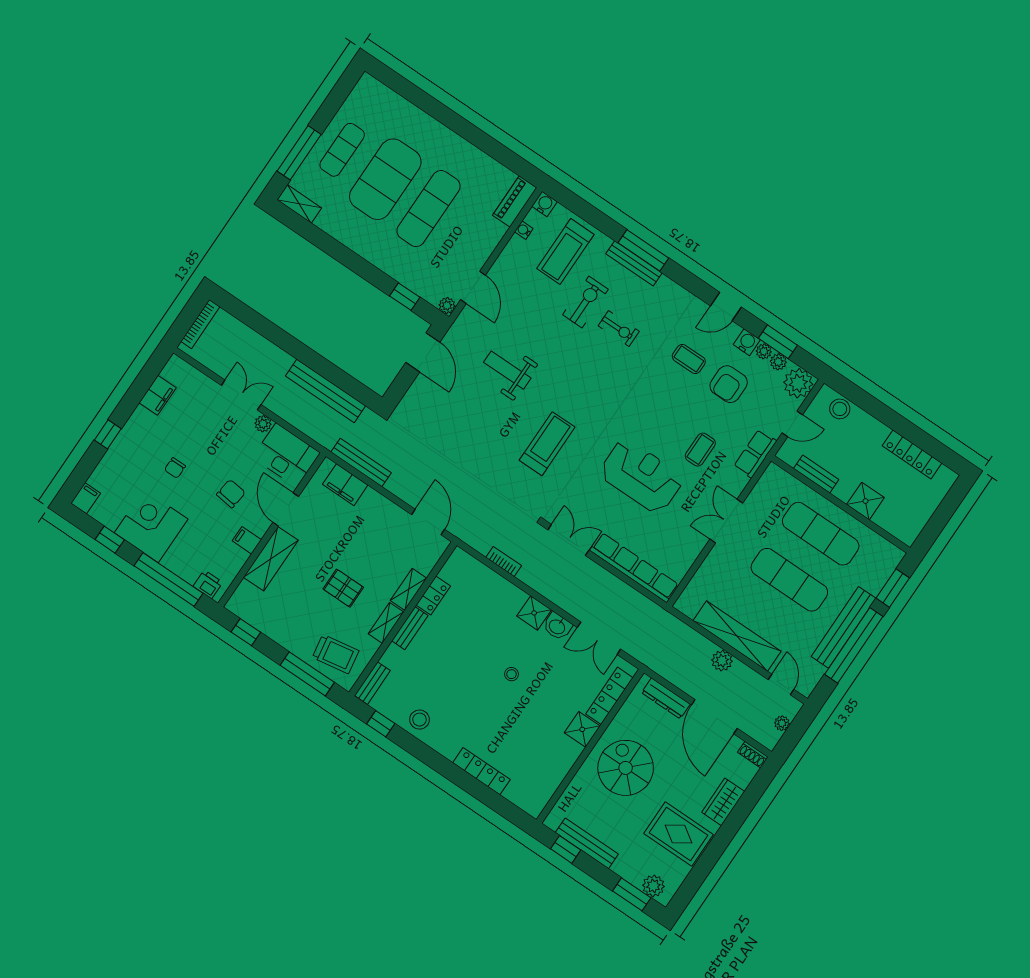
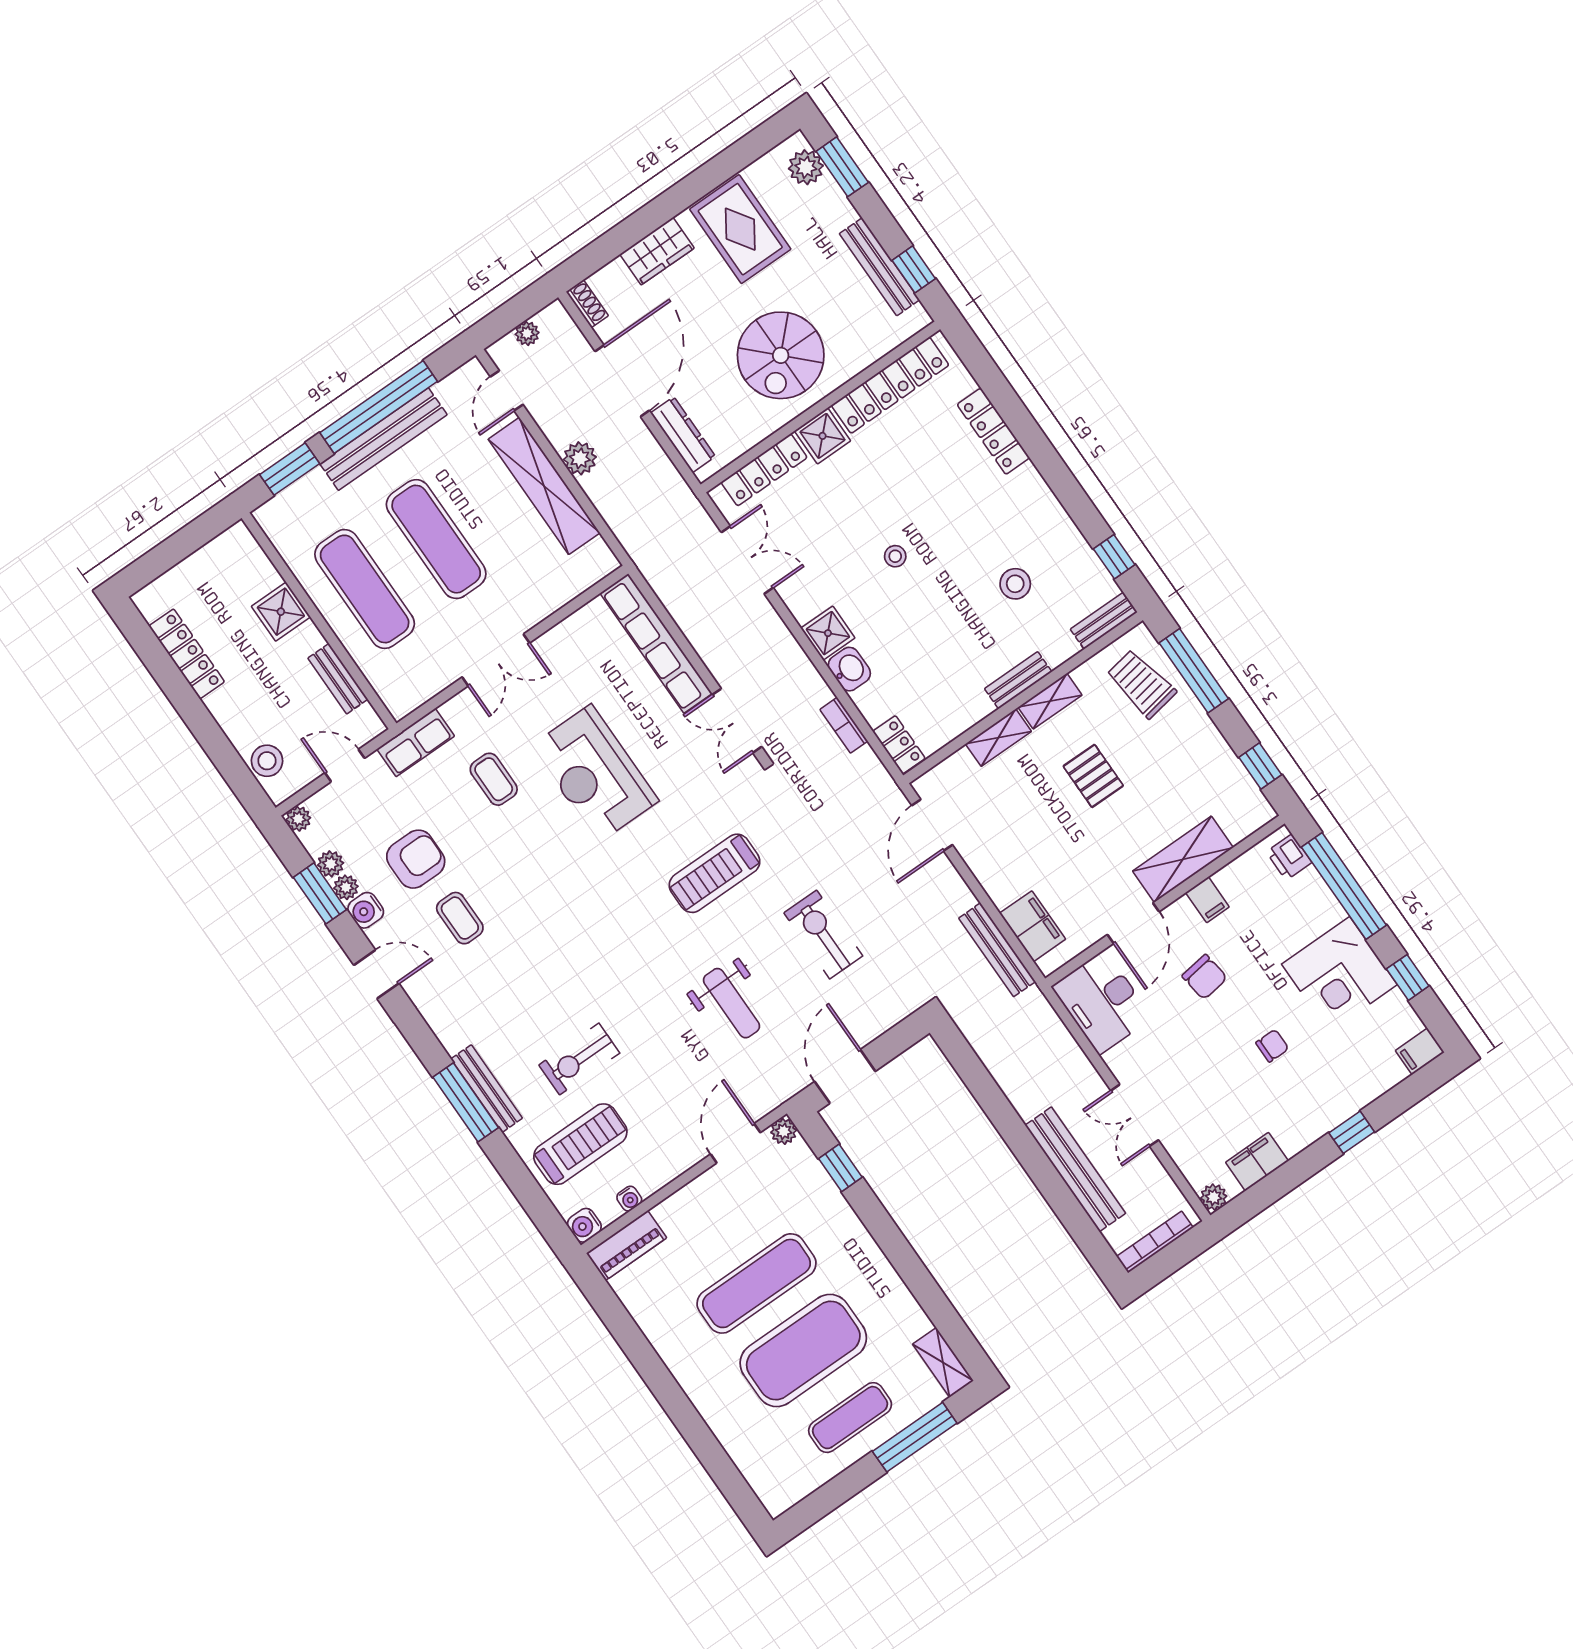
exercise bike: (619, 329) -> (823, 934), moved, width x1.38, depth x1.39
plant: (798, 383) -> (298, 819), width x0.53, depth x0.53
bench: (325, 391) -> (1075, 1169), moved
plant: (263, 424) -> (1214, 1197), moved
coffee table: (700, 450) -> (494, 779), turned 90
chair: (231, 494) -> (1205, 977), turned -105
locker: (433, 595) -> (899, 745), moved, turned 90
washbasin: (557, 626) -> (849, 669), moved
stool: (419, 720) -> (1015, 584), moved
locker: (553, 775) -> (890, 385), added

